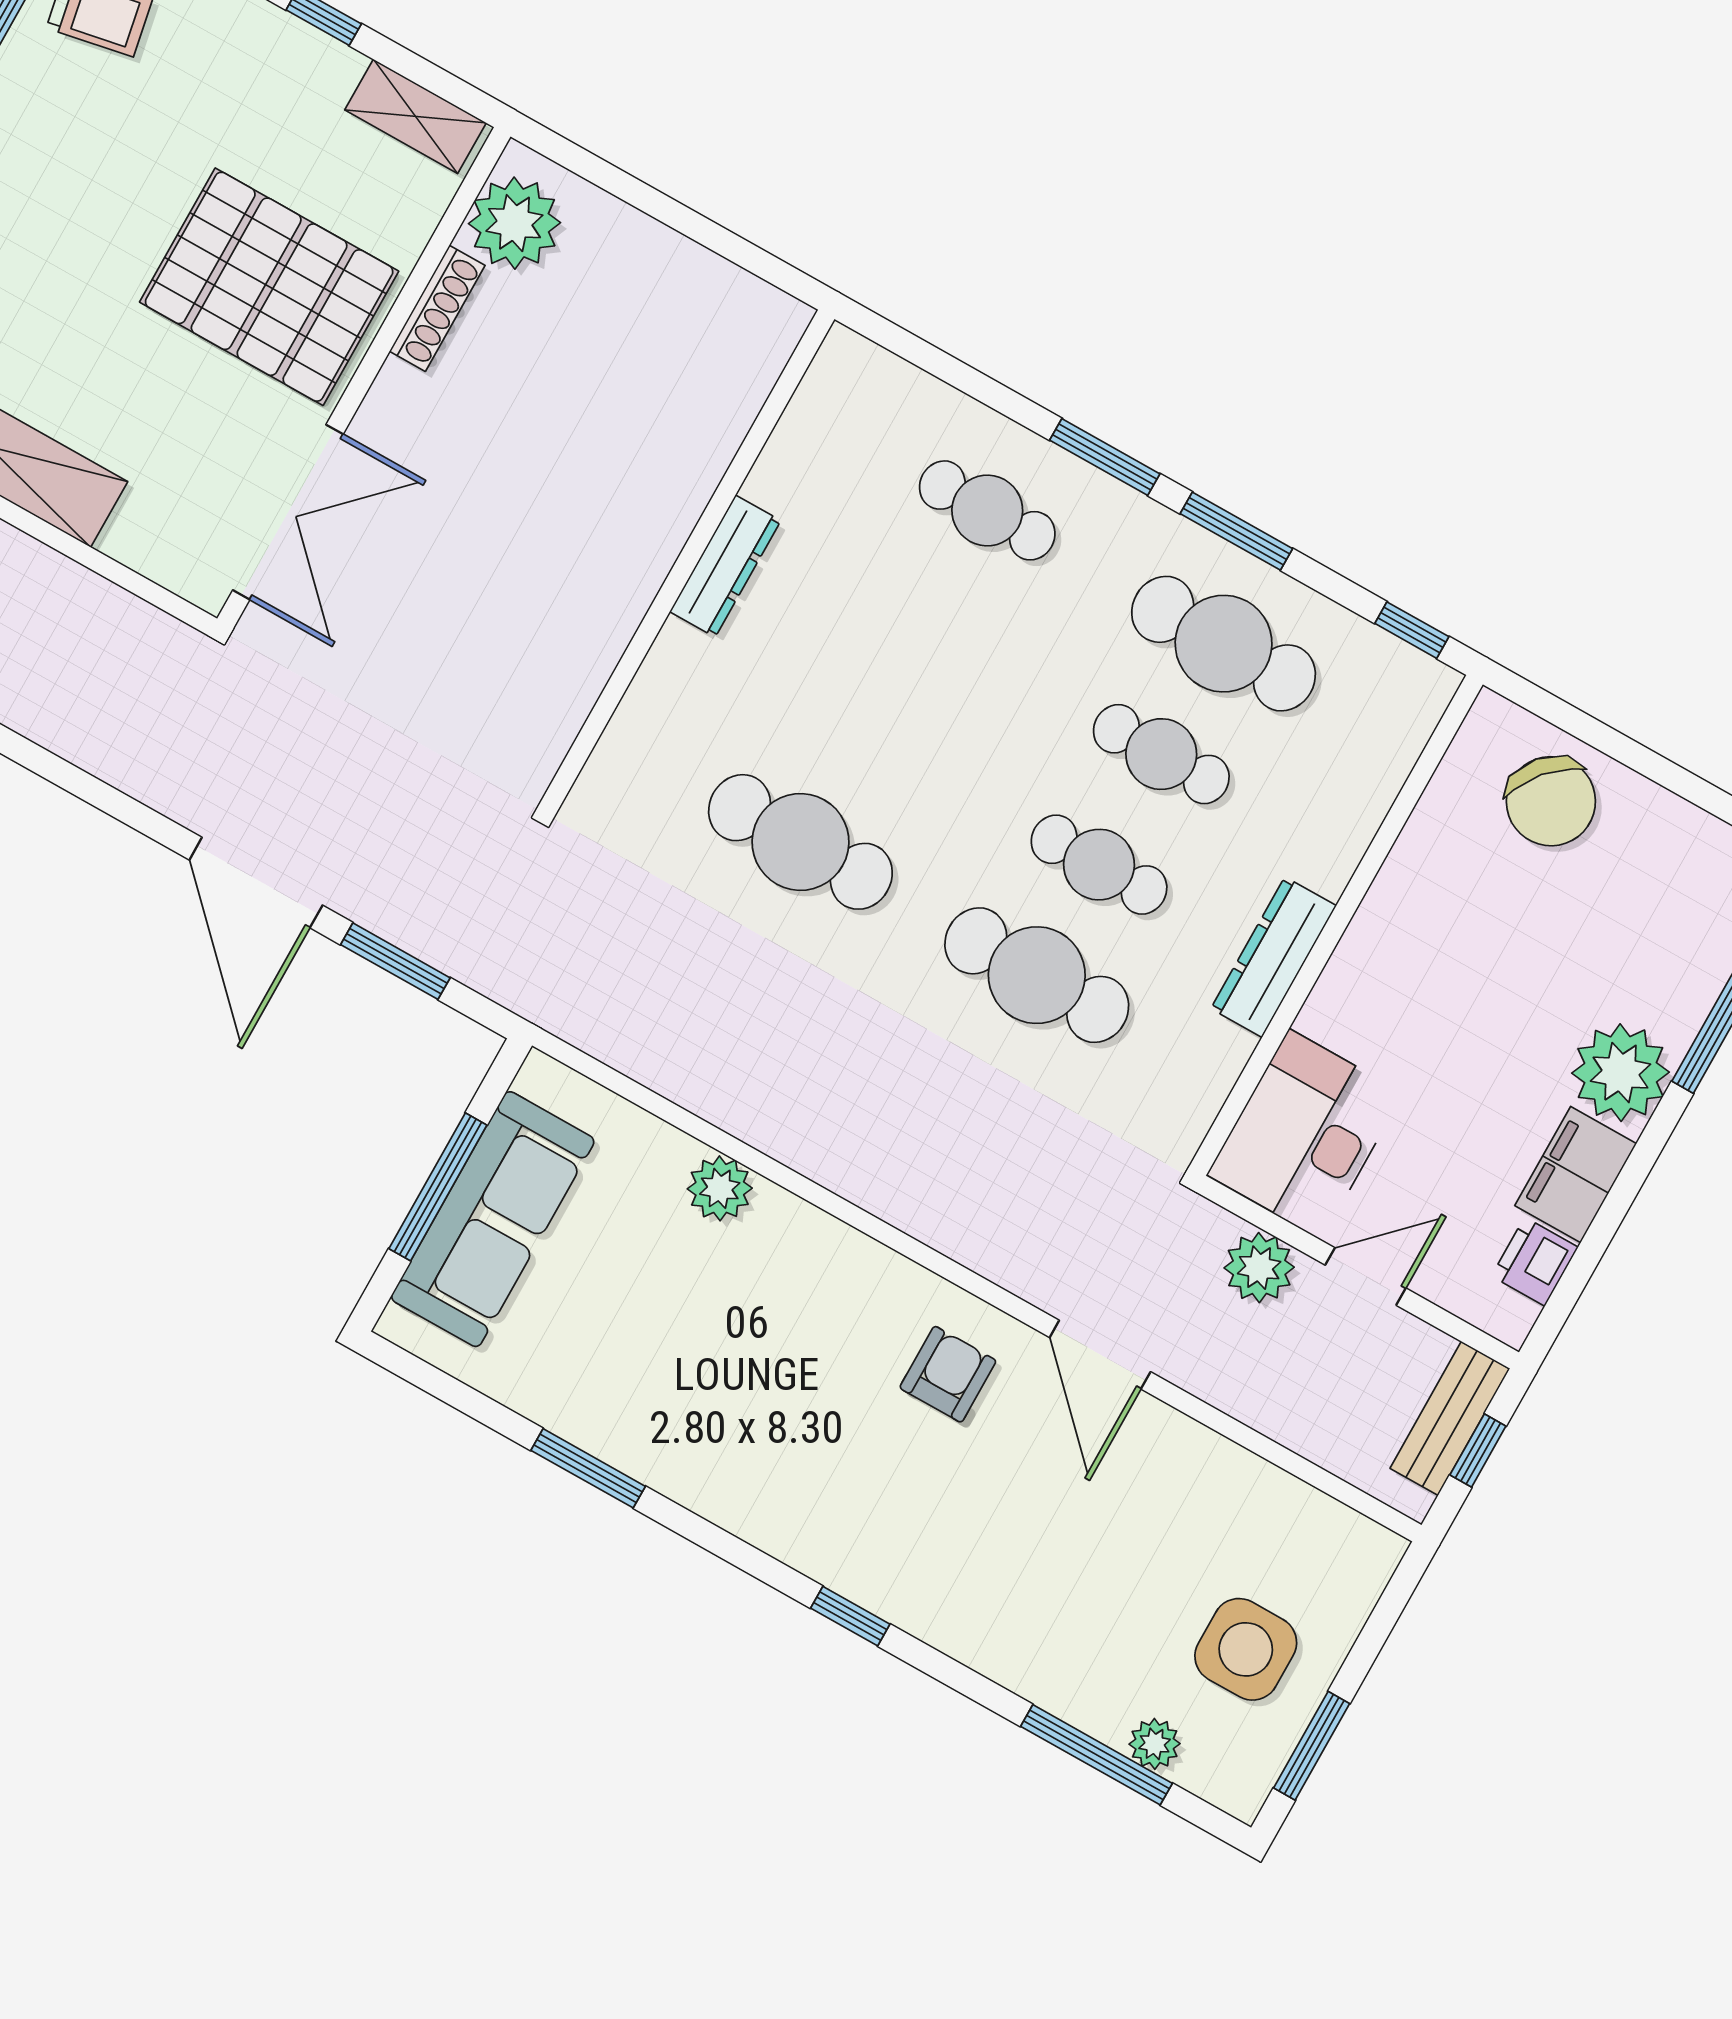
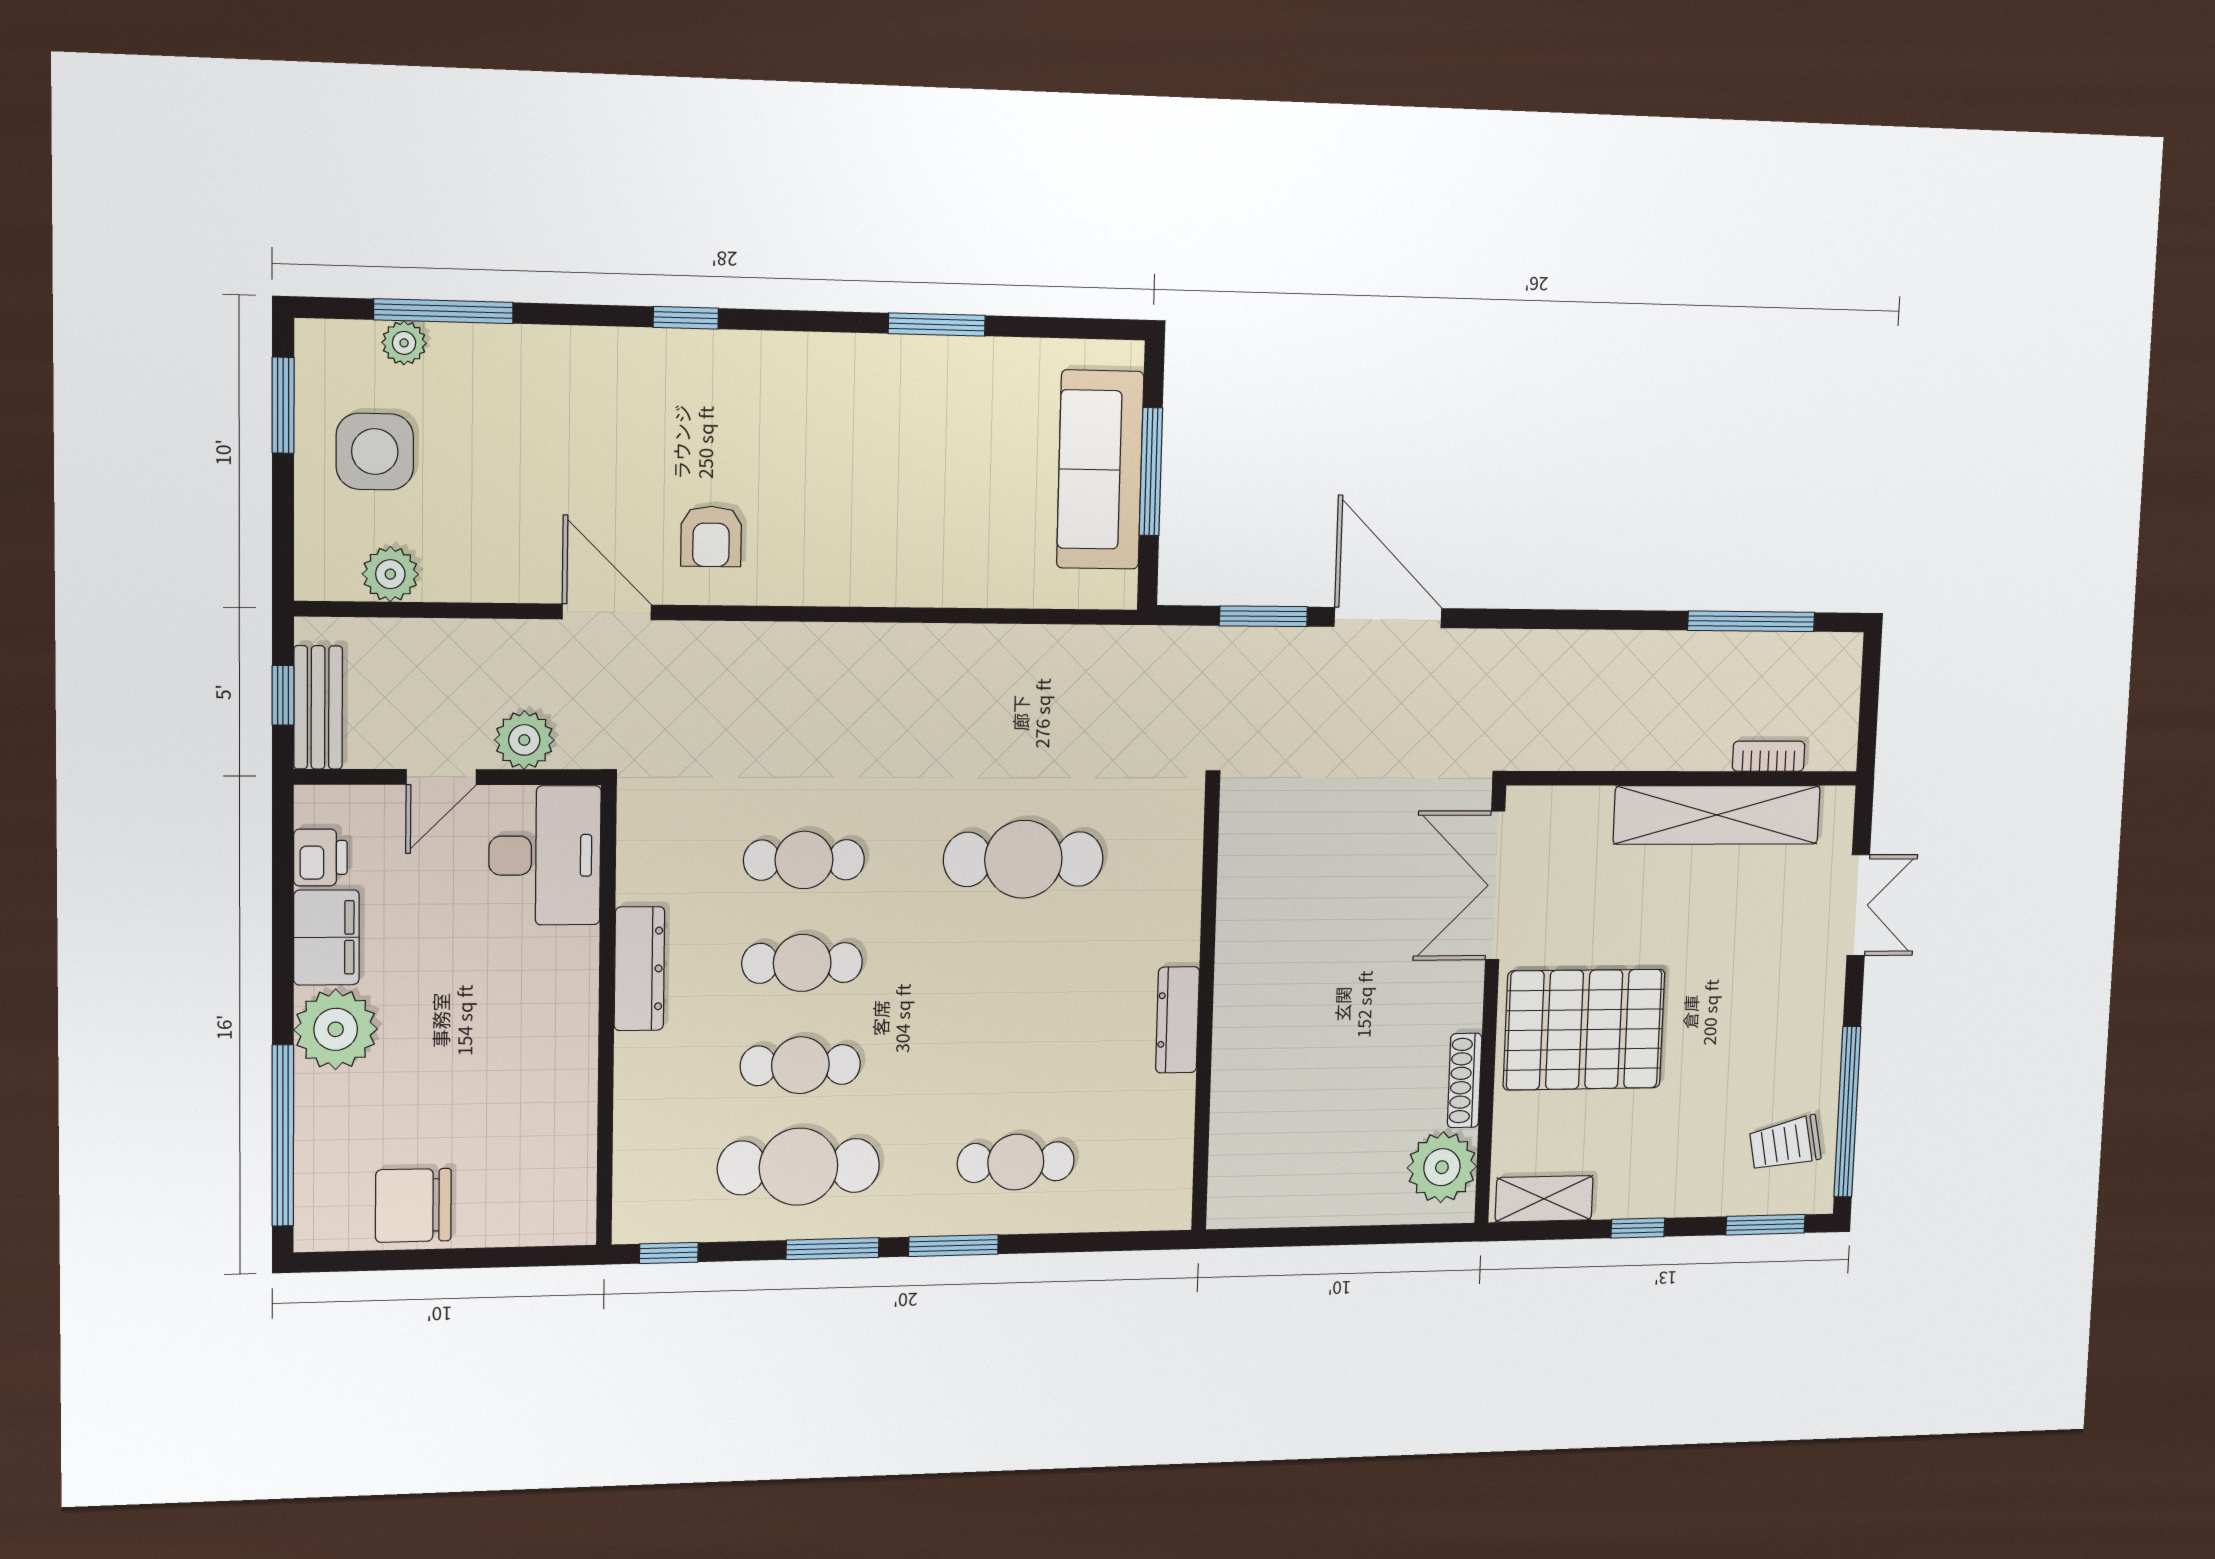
chair: (1551, 801) -> (413, 1205), moved, turned -41
cafe table: (1037, 975) -> (804, 860), width x0.73, depth x0.74
plant: (720, 1188) -> (390, 574), moved

